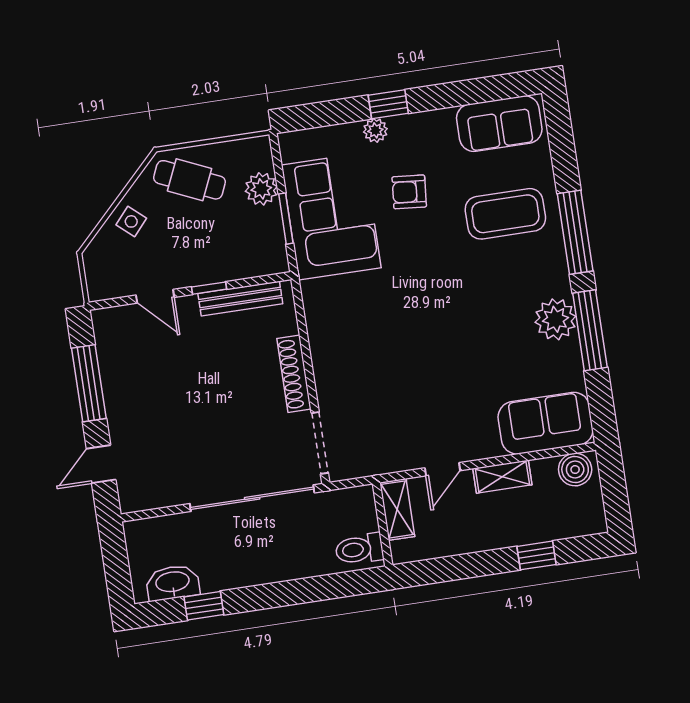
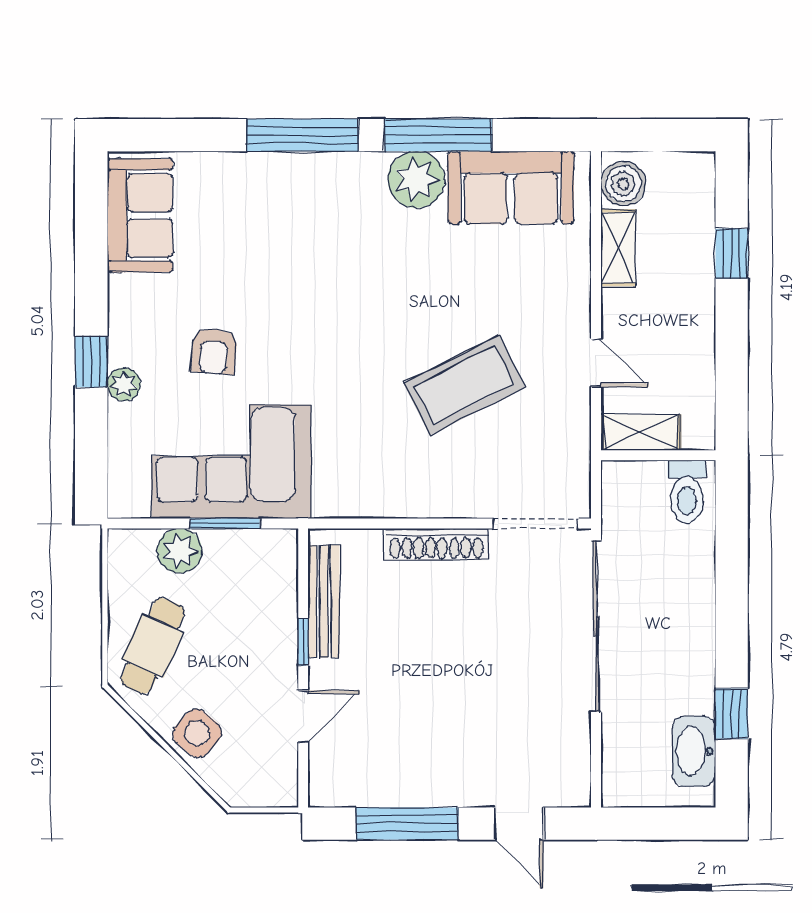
coffee table: (505, 214) -> (464, 385), moved, turned 63
side table: (131, 221) -> (197, 733), width x1.37, depth x1.37
sofa: (546, 423) -> (511, 188), moved, turned -90
shelving: (502, 477) -> (618, 248), moved

